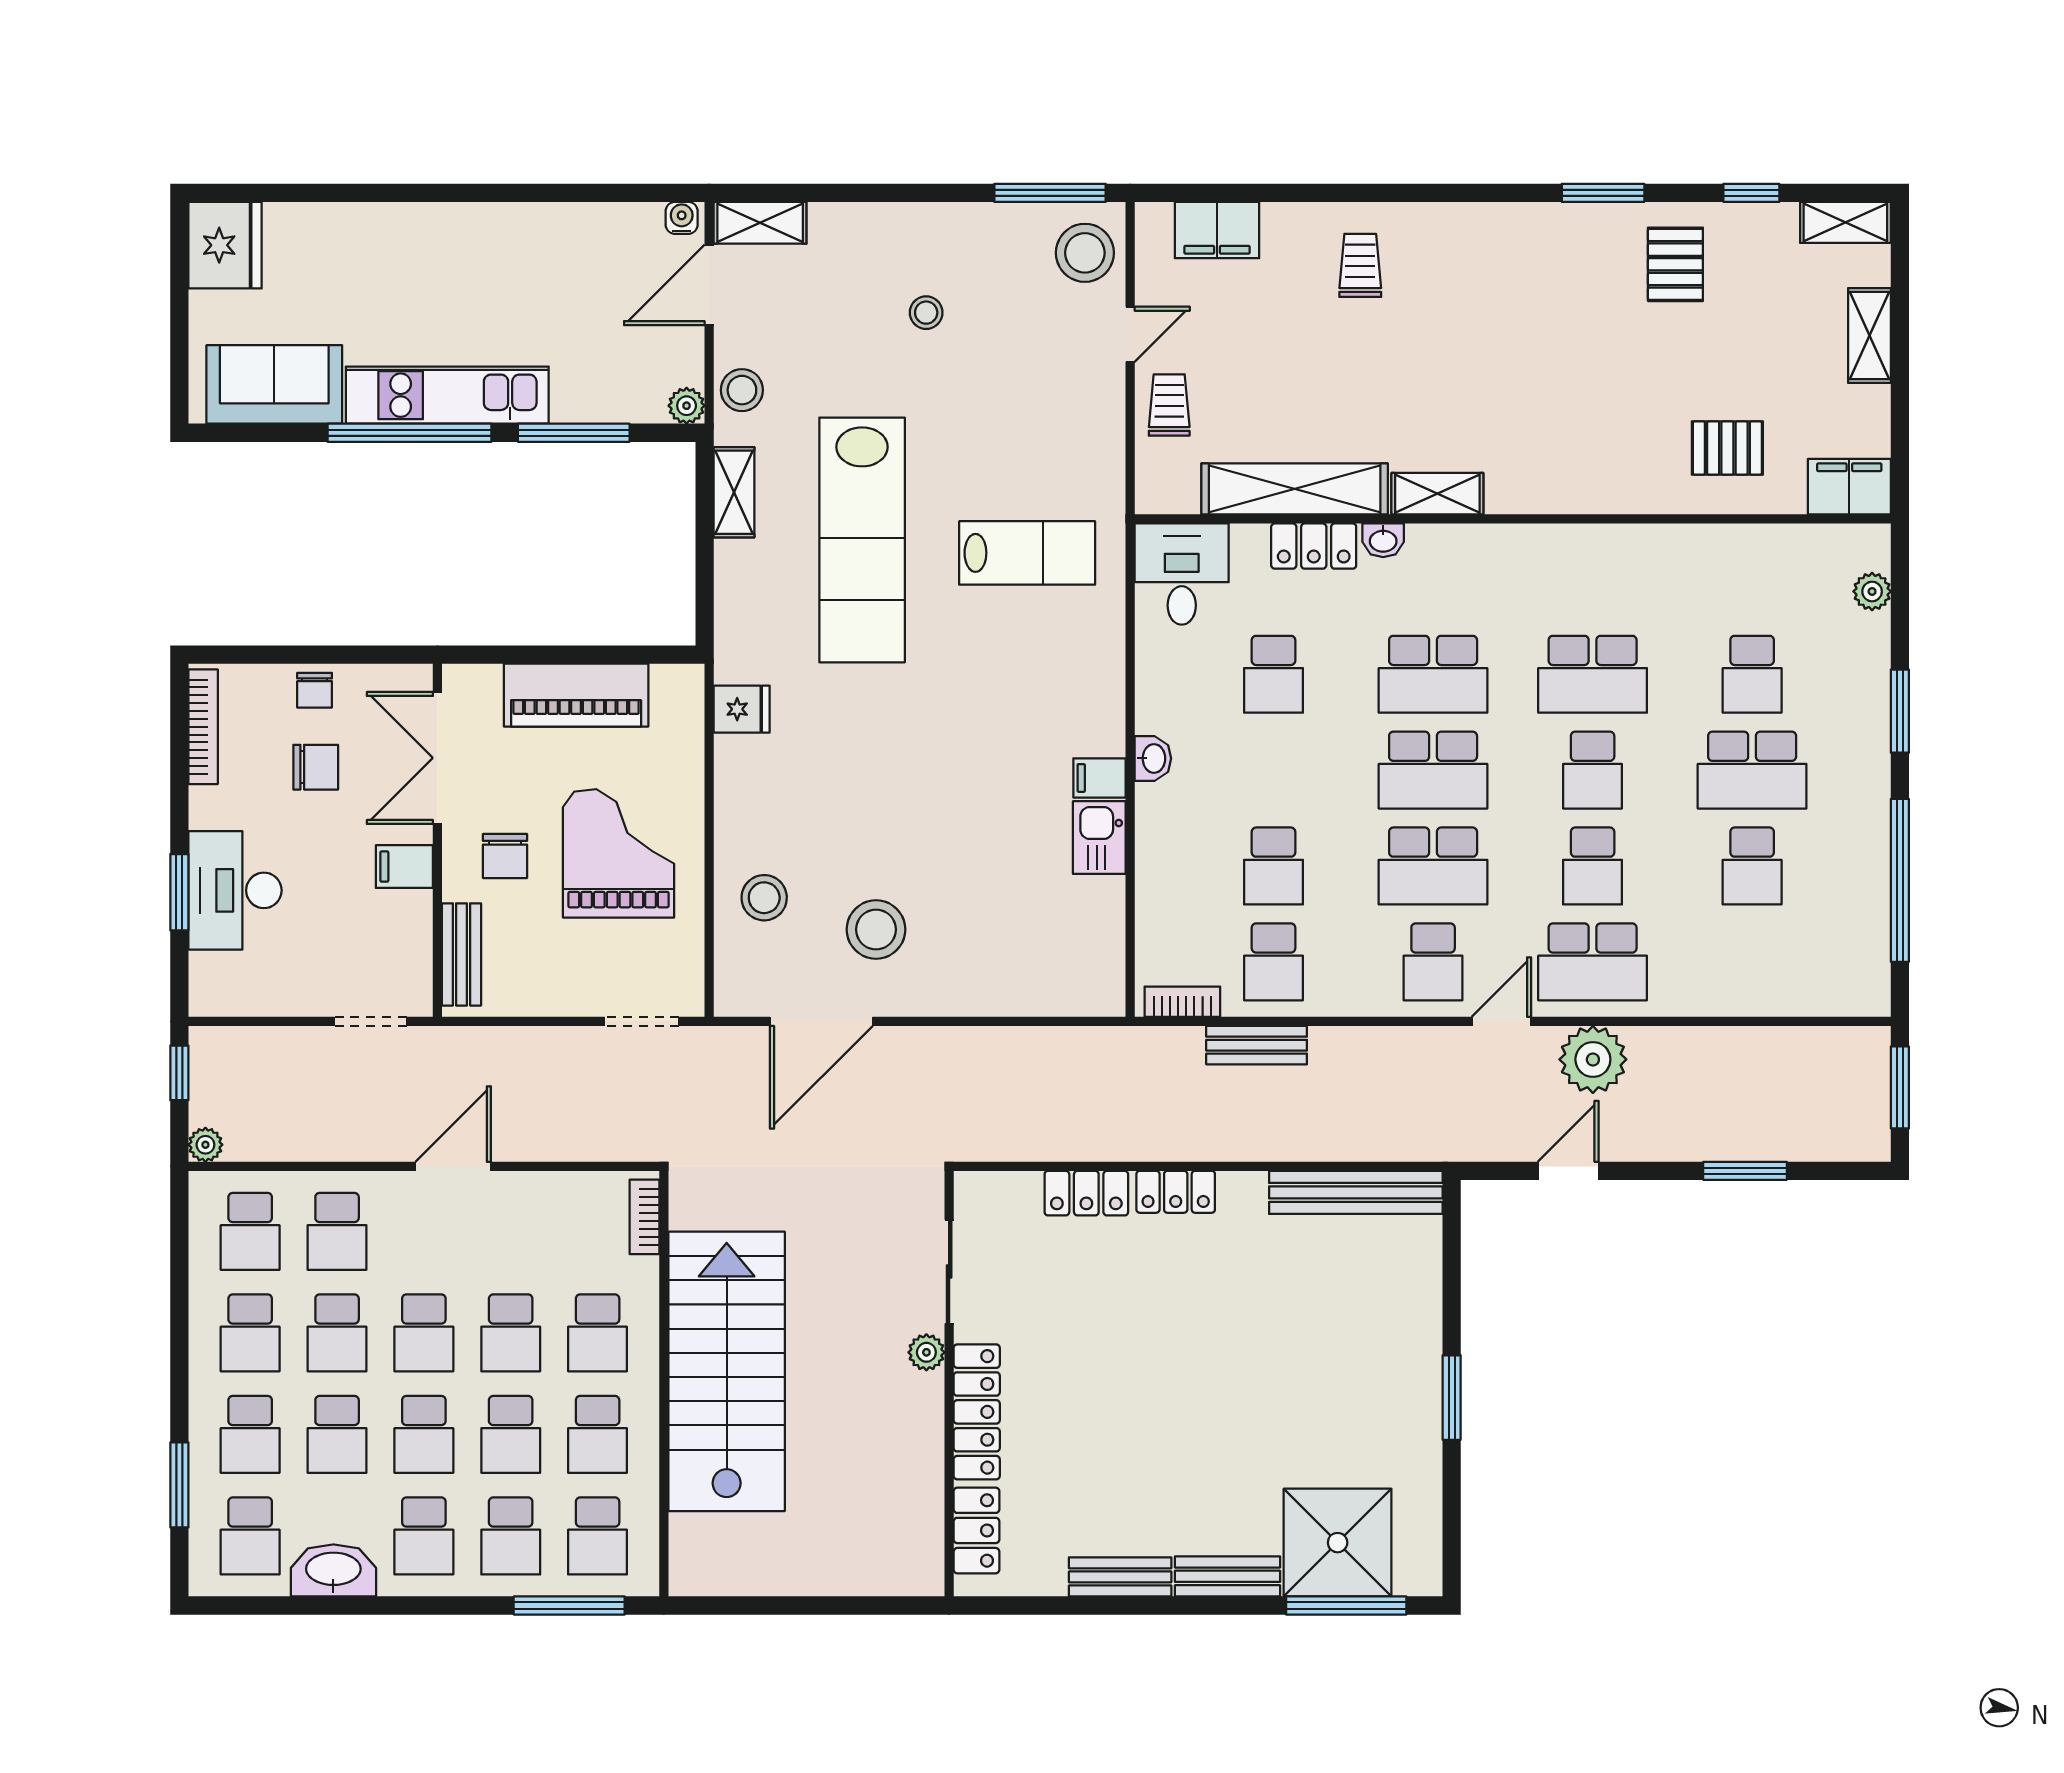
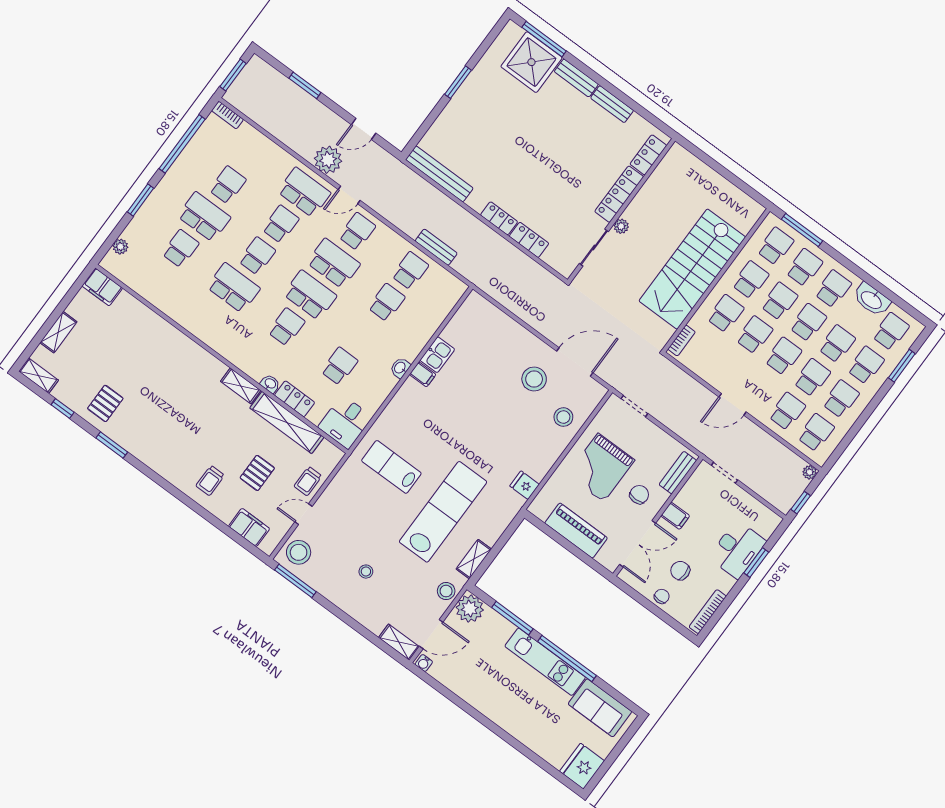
plant: (687, 406) -> (470, 609), width x1.87, depth x1.87
pallet: (1727, 448) -> (257, 473), moved, turned 90
school desk: (1433, 674) -> (286, 327), width x0.54
bookcase: (1182, 1002) -> (227, 115), moved

